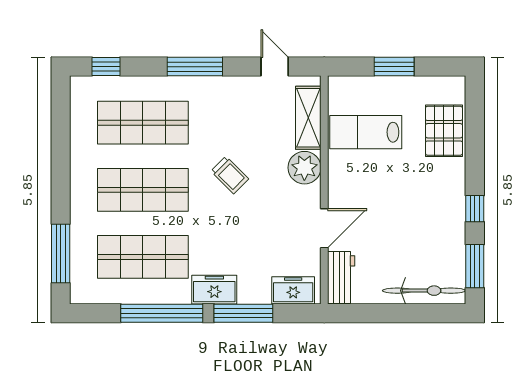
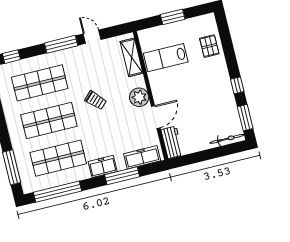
door: (275, 67) -> (92, 37), moved
pallet: (444, 131) -> (209, 46), width x0.67, depth x0.71
plant: (304, 168) -> (139, 97), moved
freezer: (293, 290) -> (142, 157), width x1.40
bicycle: (424, 291) -> (227, 139), width x0.73, depth x0.71
window: (162, 313) -> (57, 192), moved

